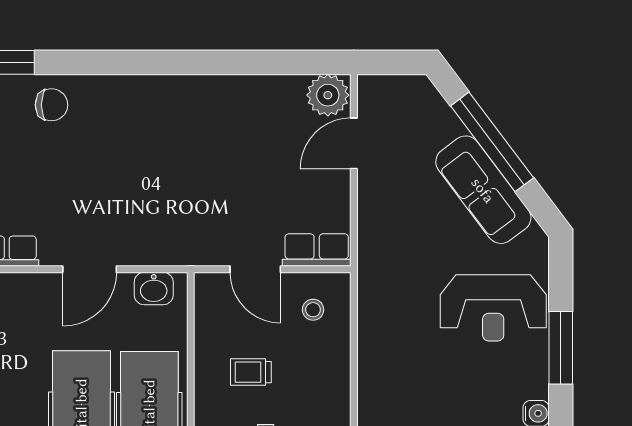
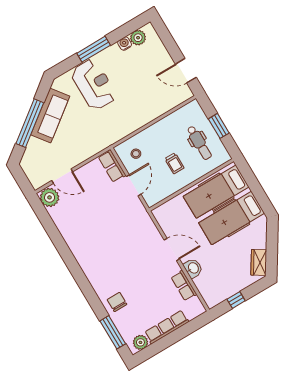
washbasin: (154, 289) -> (193, 268), moved

